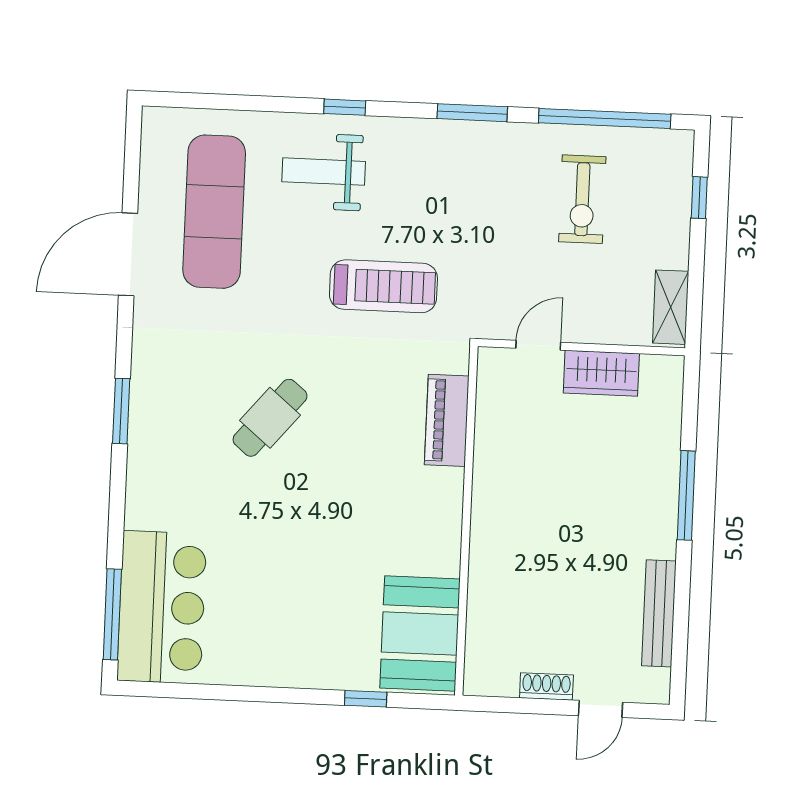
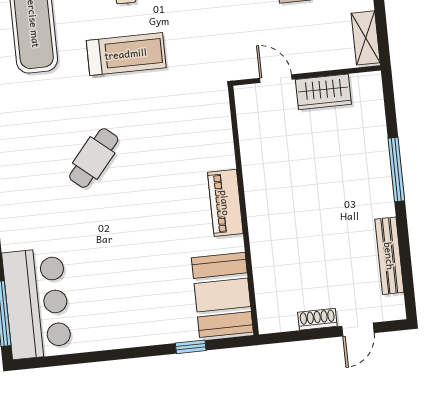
treadmill: (383, 286) -> (126, 54), moved
door: (538, 345) -> (276, 79), hinge flipped
piano: (447, 420) -> (225, 203), moved

